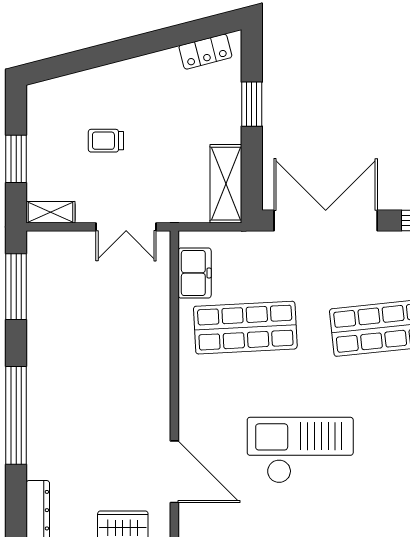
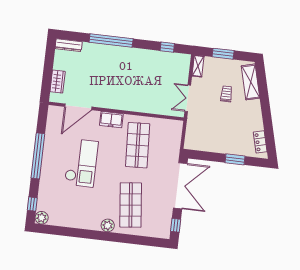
shelving: (226, 184) -> (251, 82), moved, turned 76
freezer: (195, 273) -> (111, 120), moved
window: (16, 287) -> (167, 47), width x0.46

